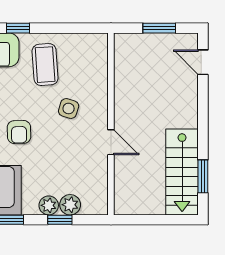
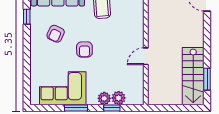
side table: (69, 108) -> (118, 34), removed
door: (111, 142) -> (146, 56), swing flipped

